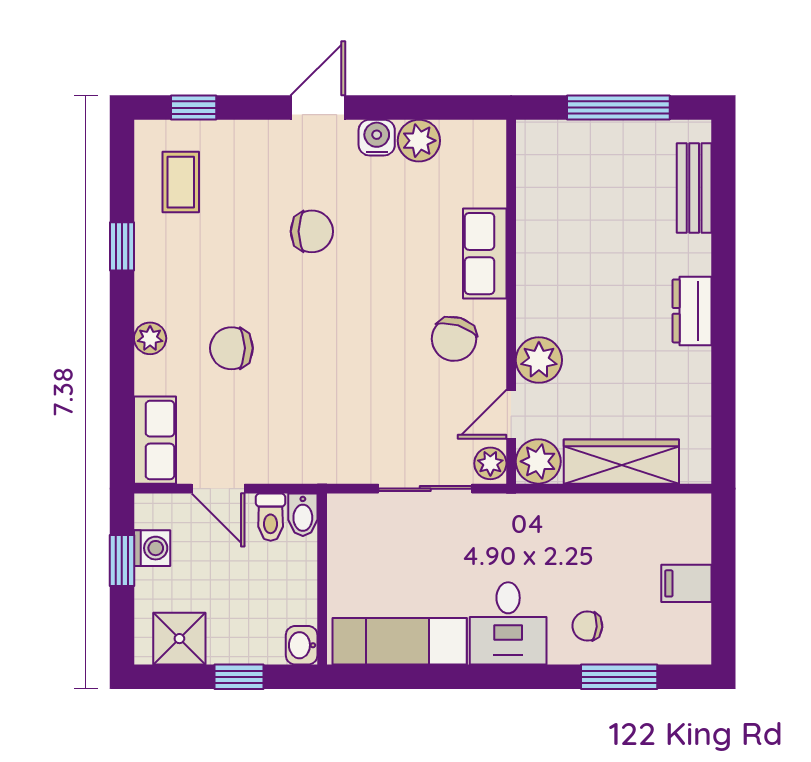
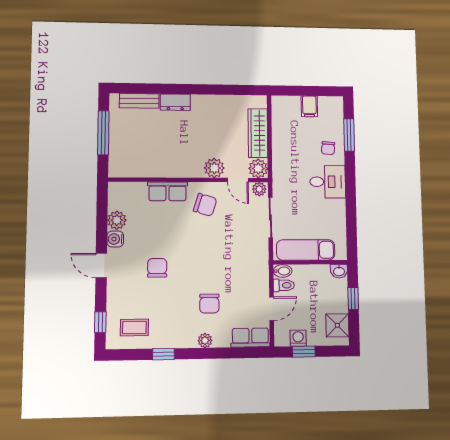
dresser: (692, 311) -> (175, 102), moved
exam couch: (400, 641) -> (306, 250), moved, turned 90

